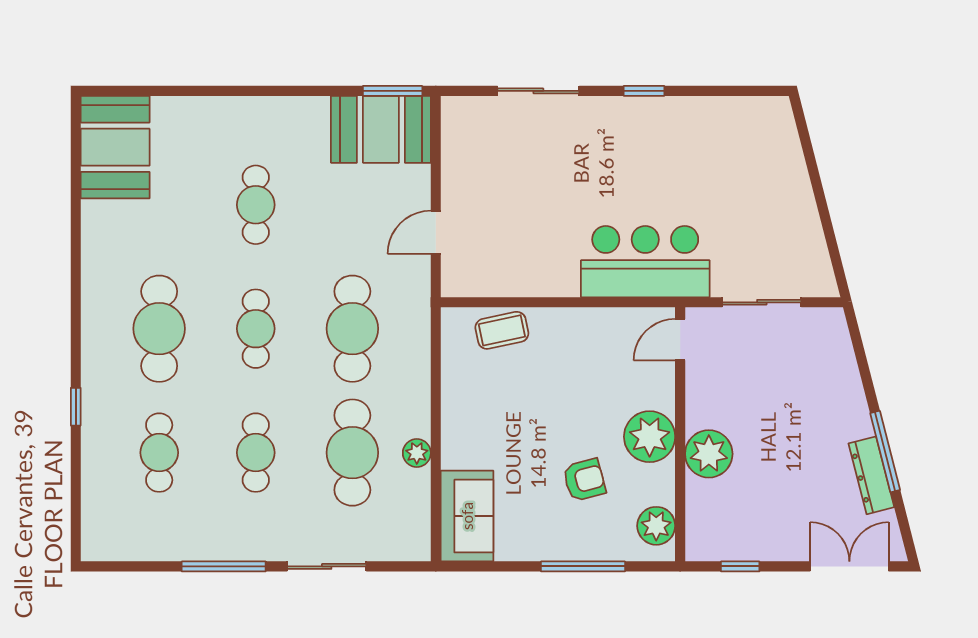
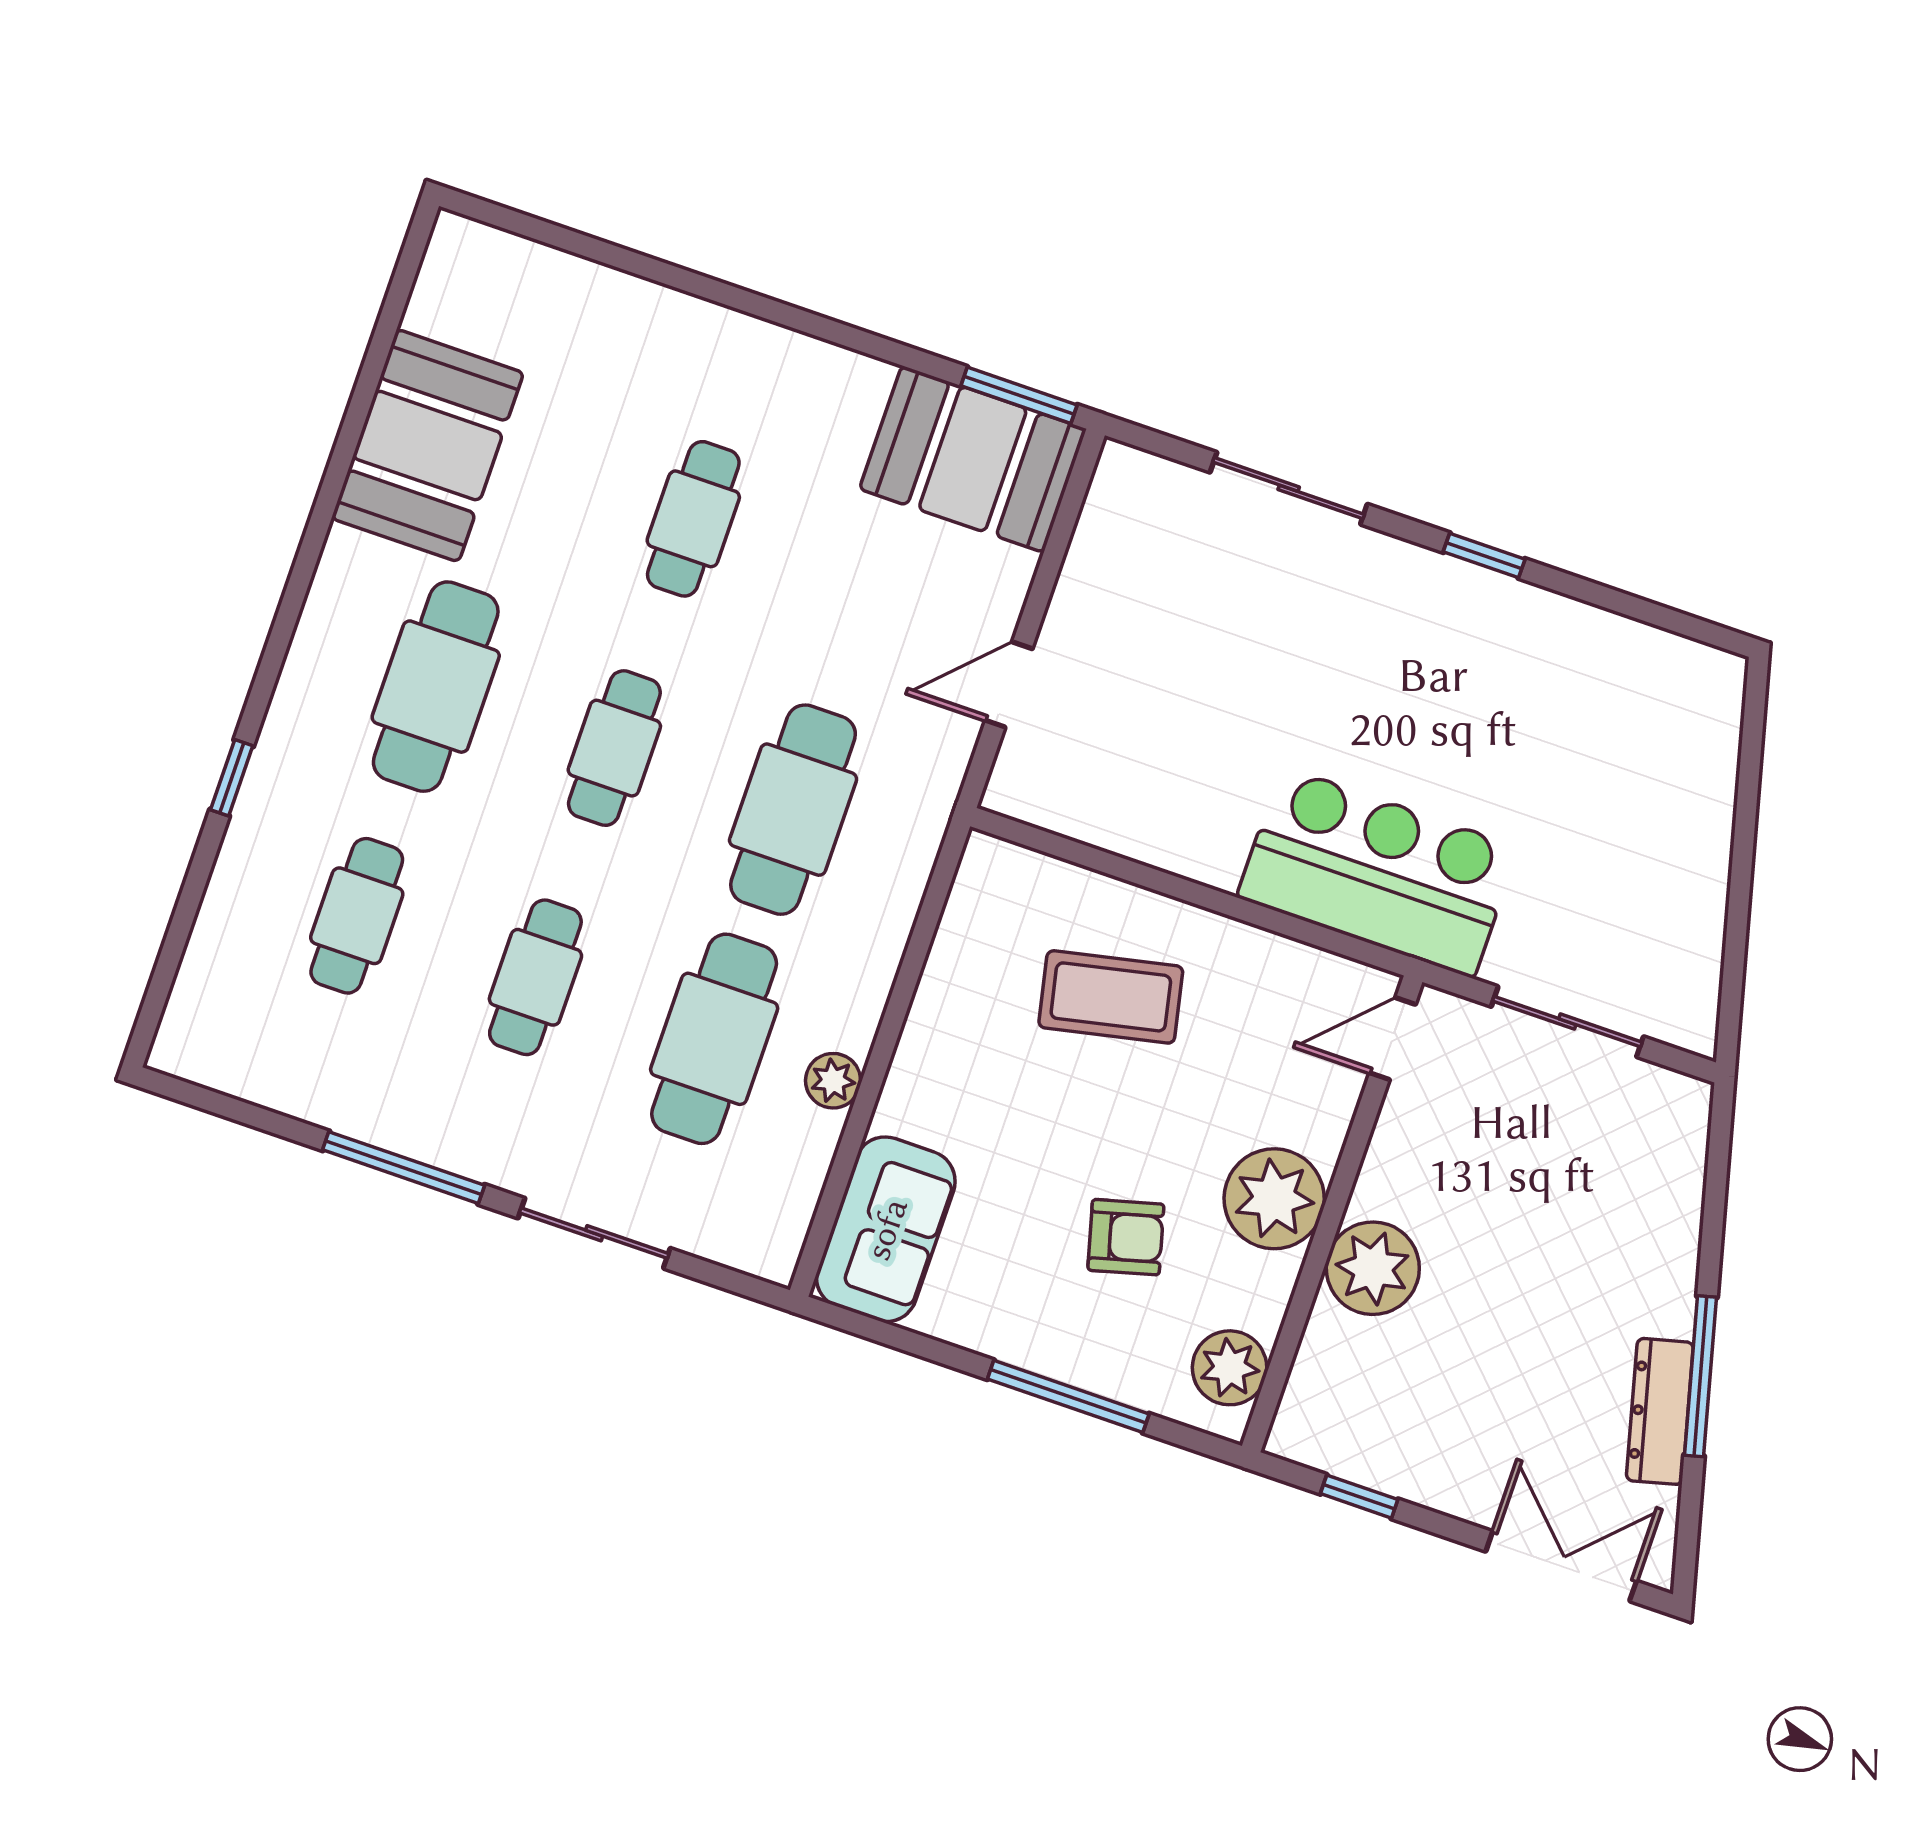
booth: (115, 147) -> (428, 446), moved
coffee table: (502, 330) -> (1111, 997), moved, width x1.36, depth x1.30

